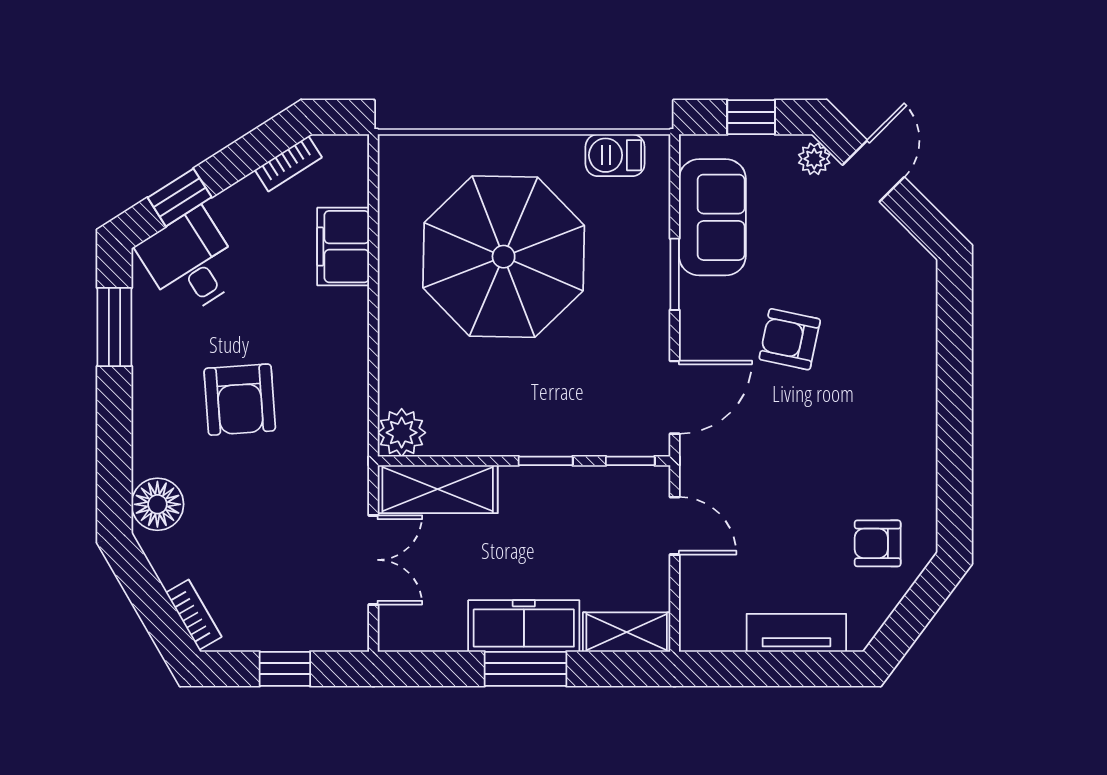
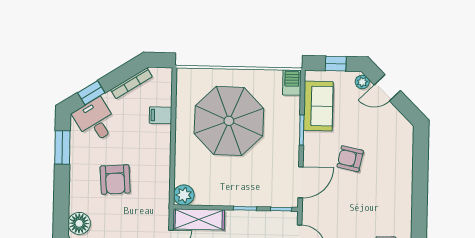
barbecue: (615, 155) -> (292, 83), moved, turned 90
bookcase: (288, 164) -> (131, 83), width x1.56
door: (873, 171) -> (387, 88), swing flipped
filing cabinet: (343, 247) -> (161, 115), width x0.50

